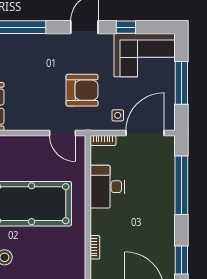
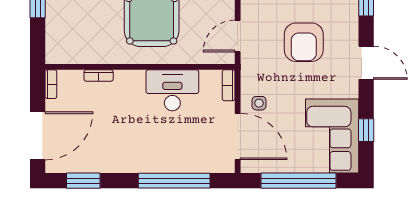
window: (126, 27) -> (366, 130), moved
window: (181, 83) -> (299, 181), width x1.46
armchair: (82, 90) -> (304, 42), moved

